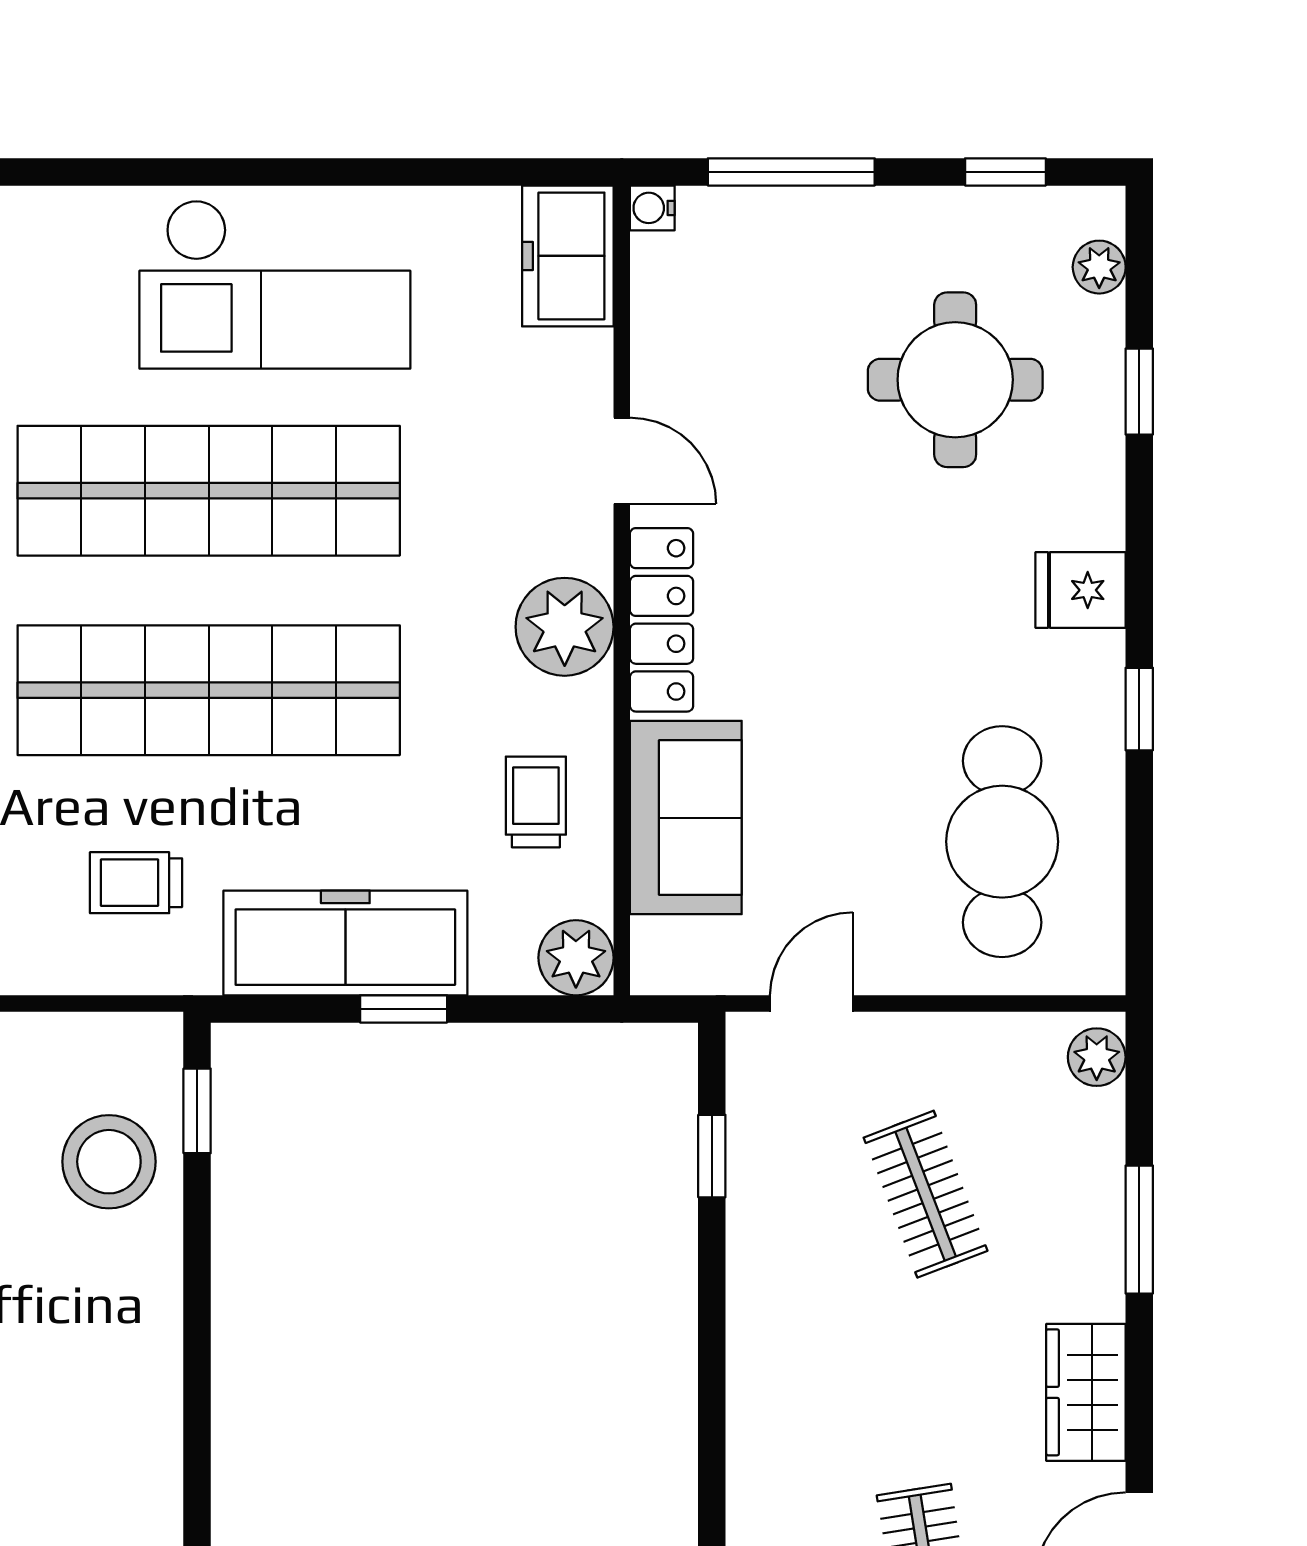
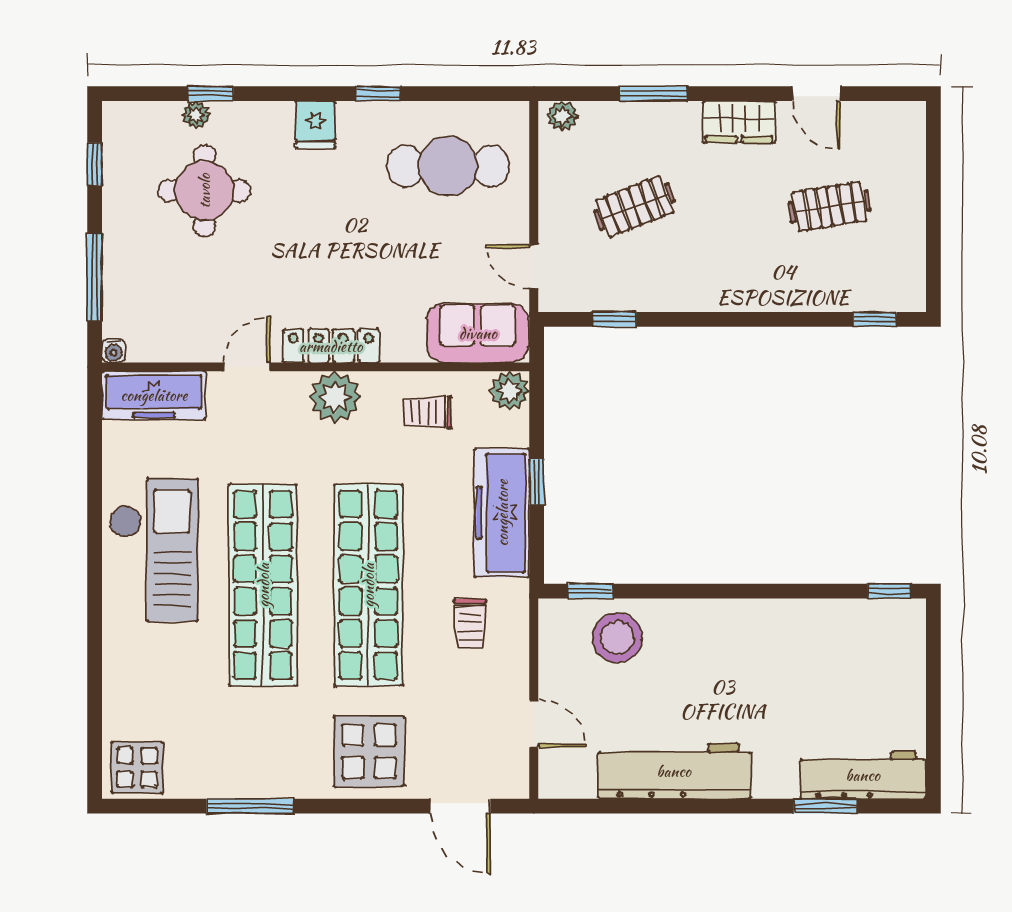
freezer: (568, 256) -> (154, 395), width x1.40
plant: (1099, 267) -> (196, 115), moved
sofa: (686, 818) -> (478, 333), moved

